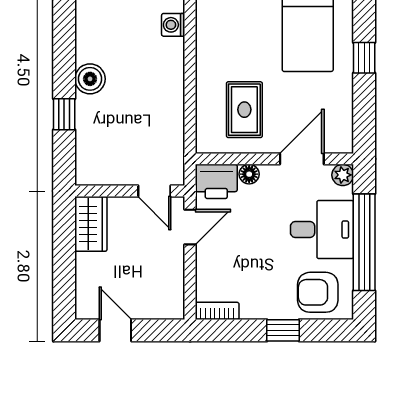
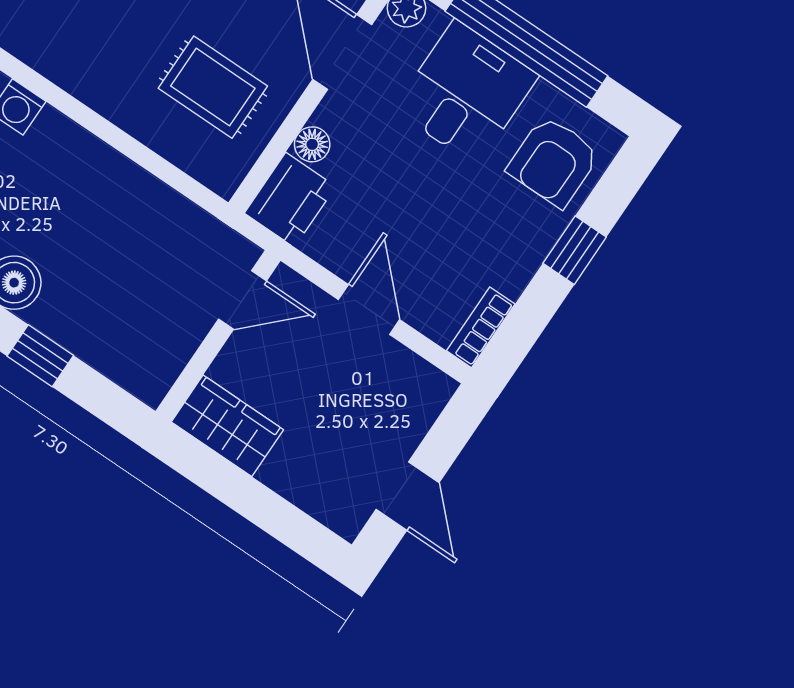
door: (190, 227) -> (369, 309), moved
door: (115, 330) -> (408, 496), swing flipped

